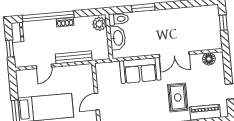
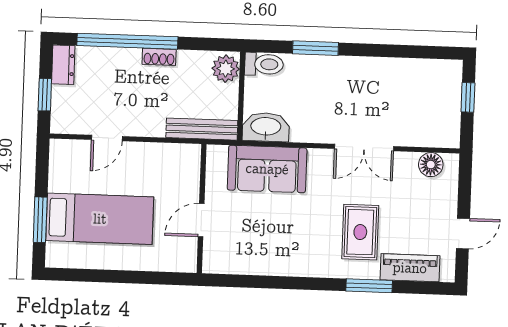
washbasin: (118, 38) -> (266, 127), moved, turned -90
bench: (74, 57) -> (202, 129), moved
sofa: (140, 70) -> (267, 169), moved

